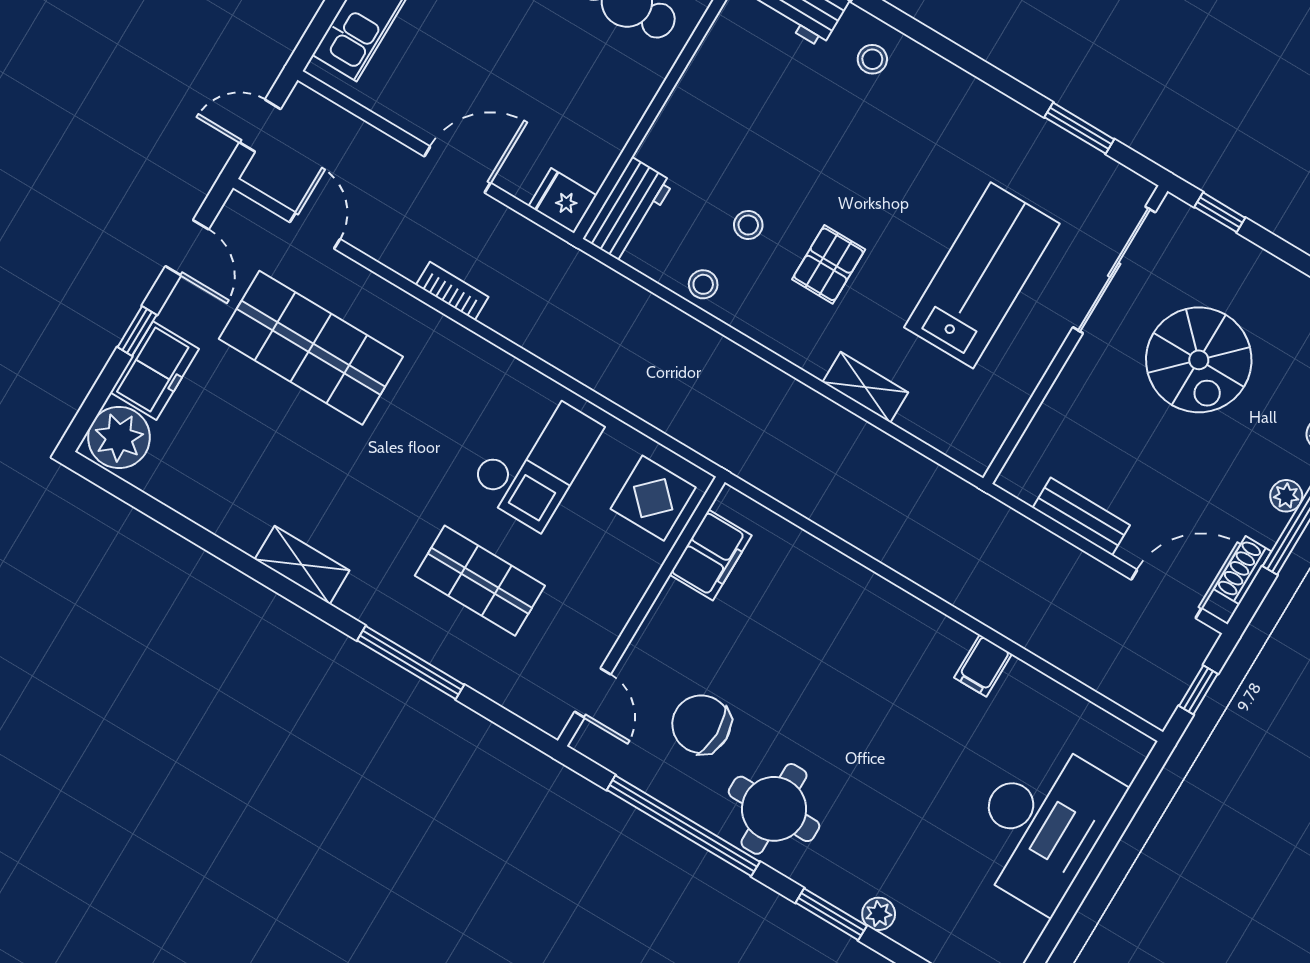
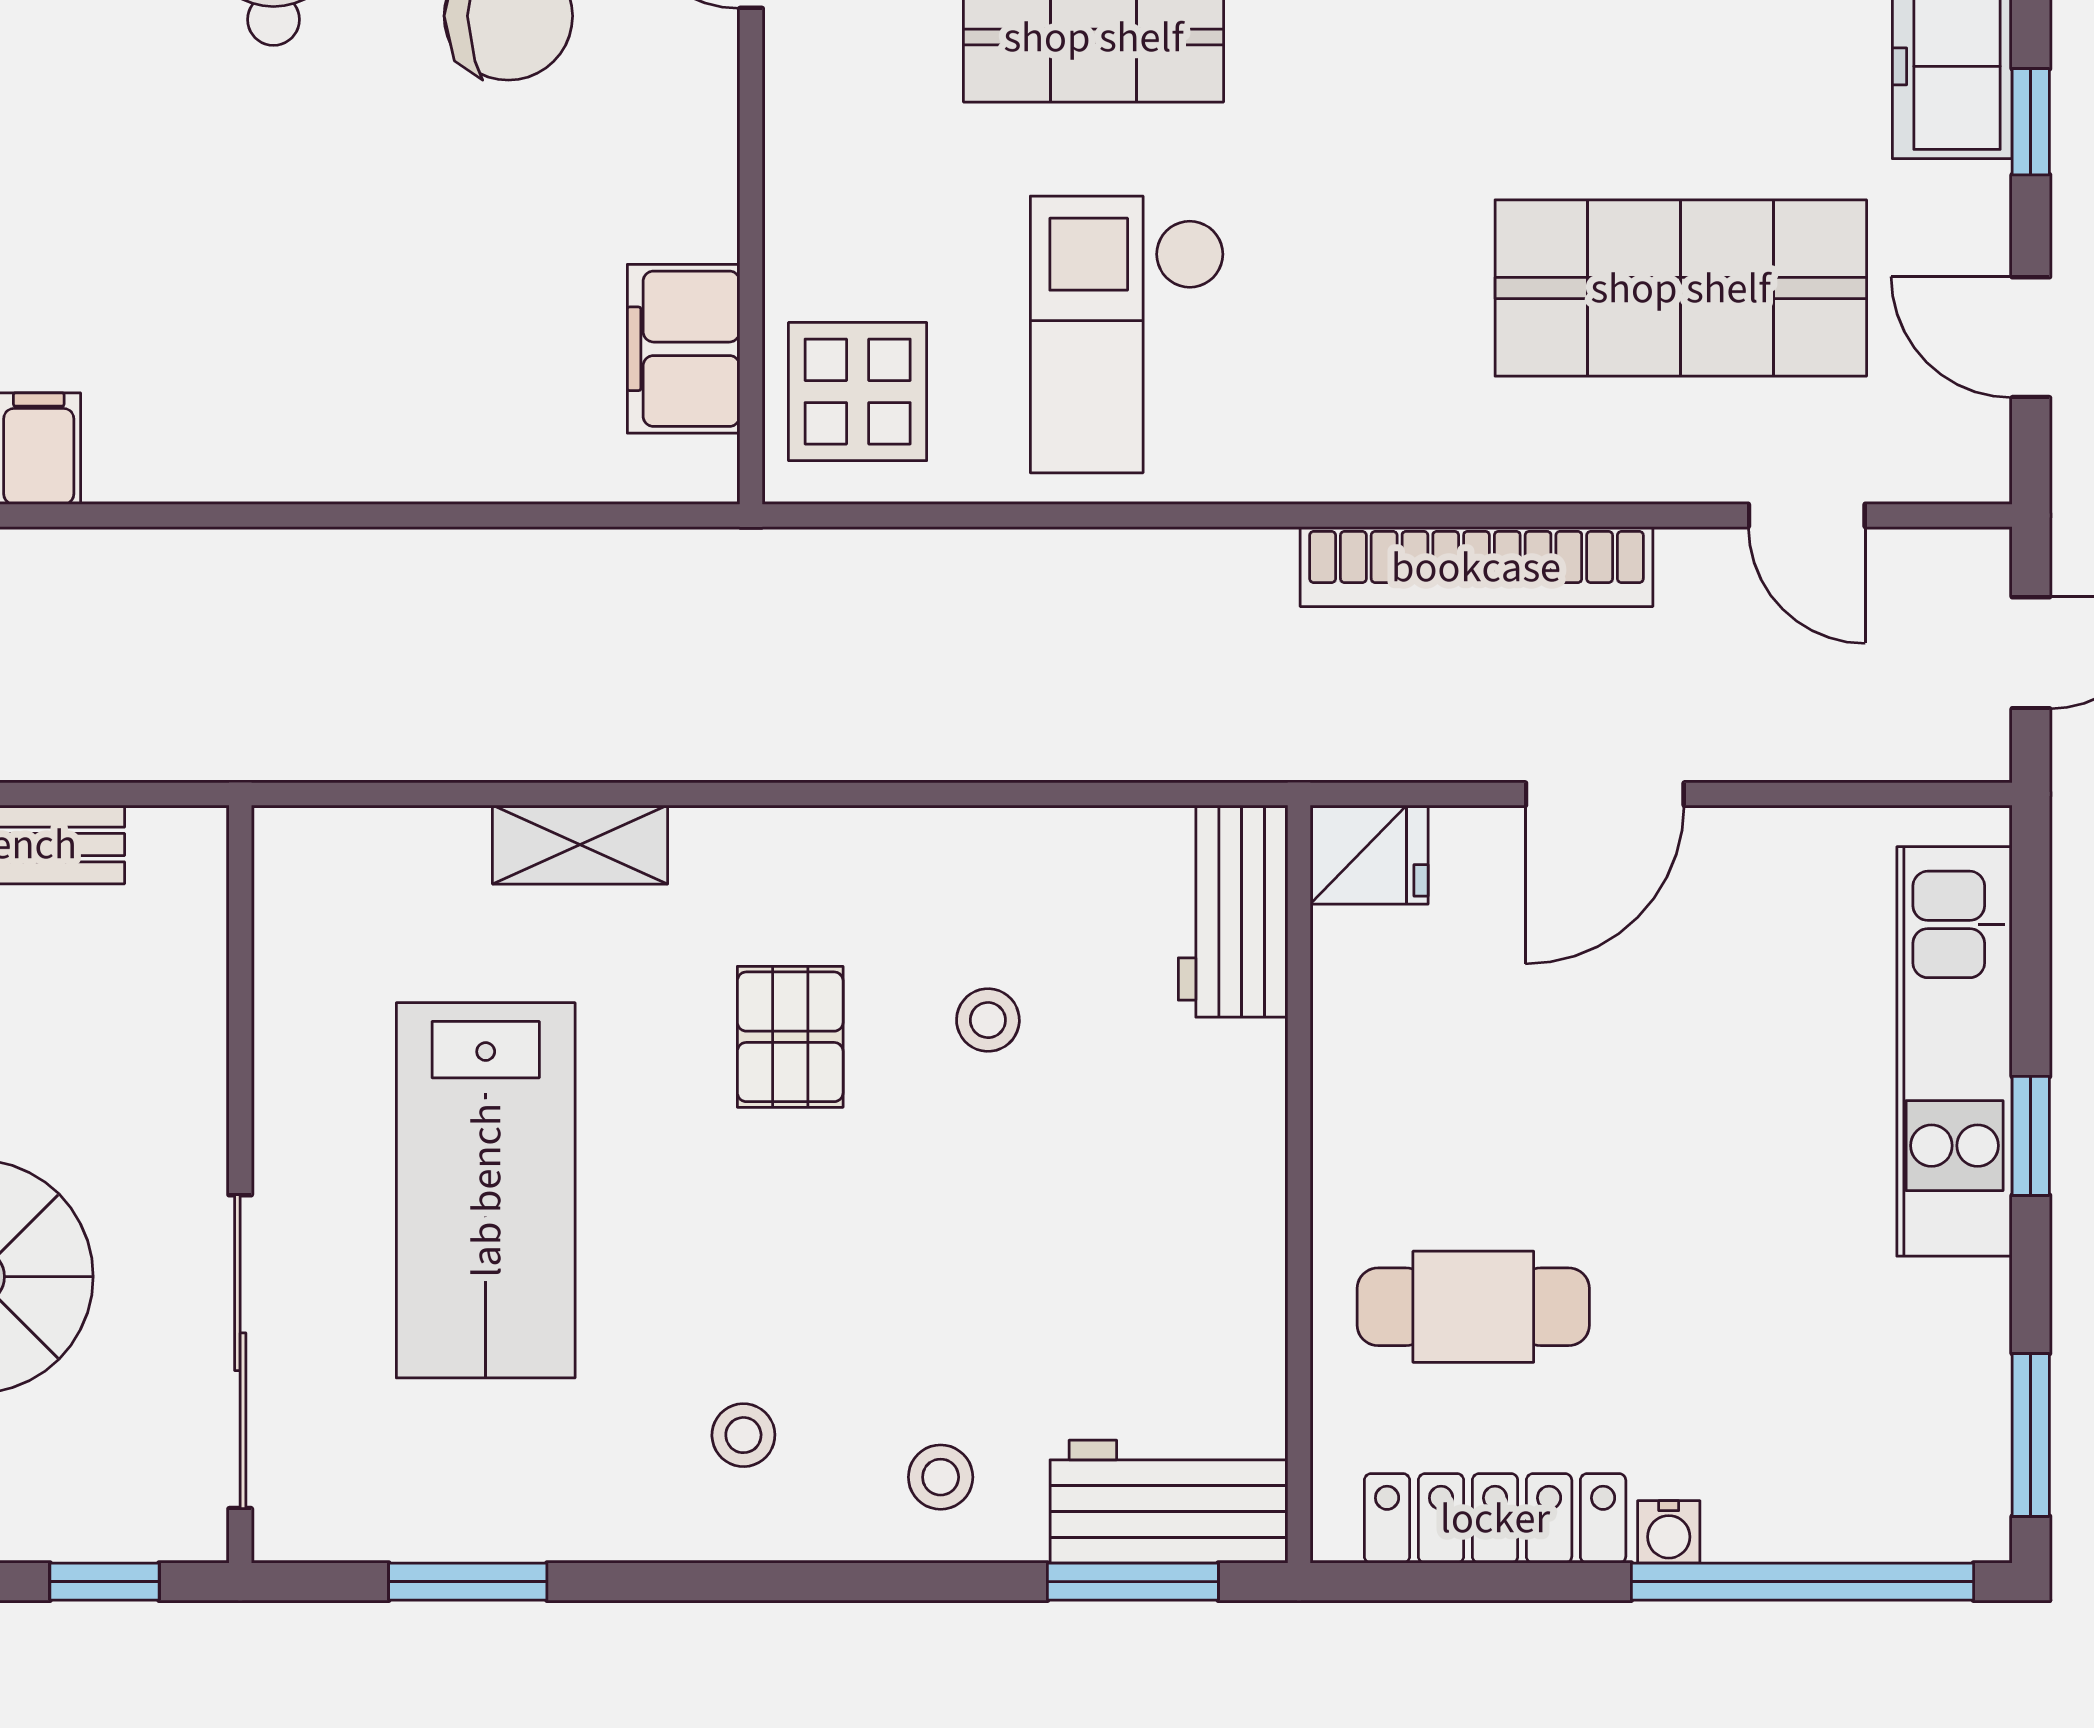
stool: (703, 284) -> (743, 1435), moved
bookcase: (452, 291) -> (1476, 567), width x2.31, depth x1.31

